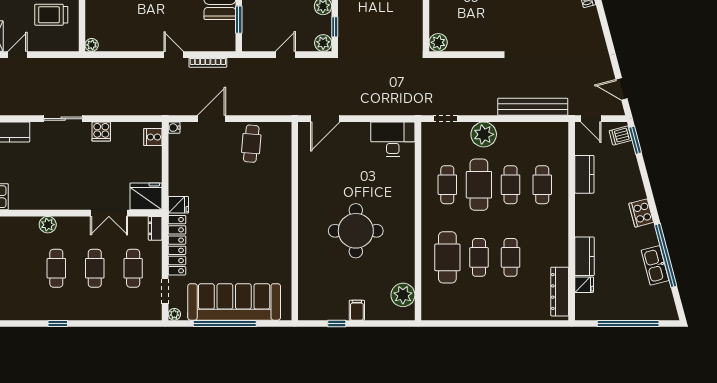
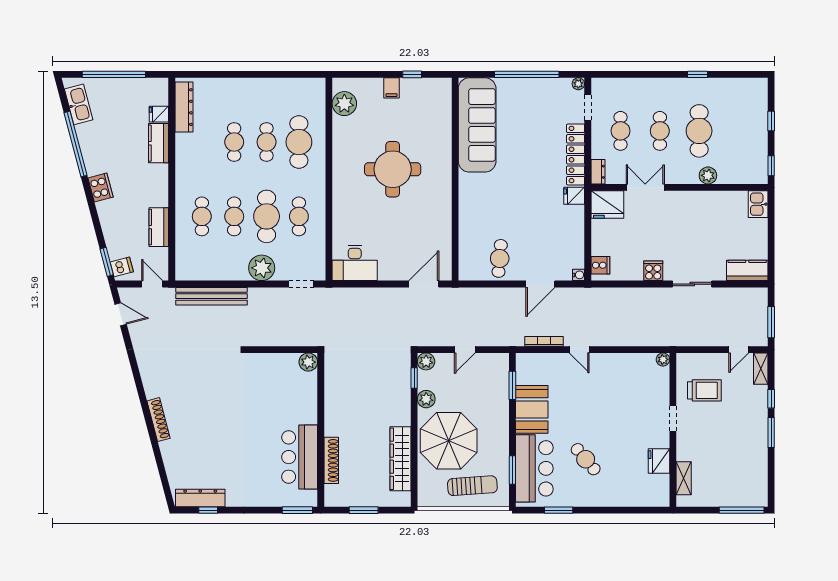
kitchen sink: (655, 265) -> (79, 104), moved
cafe table: (56, 268) -> (699, 131), width x1.37, depth x1.35
sofa: (234, 302) -> (477, 125), moved, turned -90

